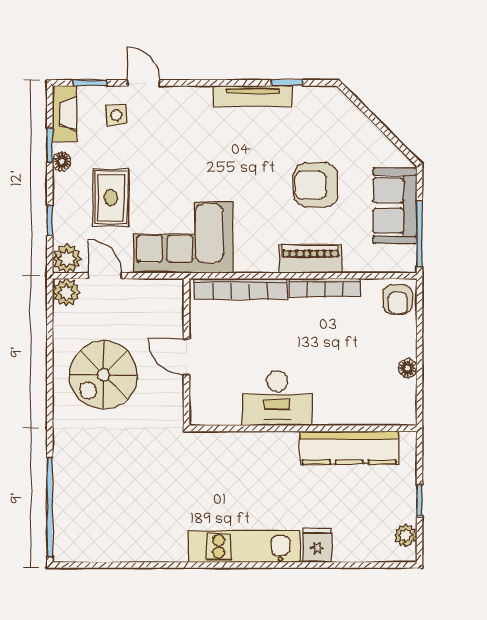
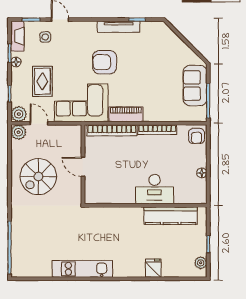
armchair: (316, 185) -> (105, 62), moved
piano: (310, 259) -> (126, 114), moved
desk: (277, 398) -> (155, 189), moved
kitchen unit: (245, 547) -> (82, 269), moved

